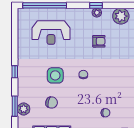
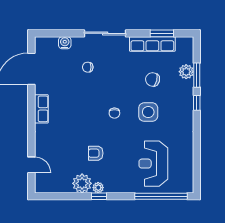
plant: (121, 16) -> (82, 183), moved
reception desk: (51, 33) -> (153, 164), turned -90
window: (15, 72) -> (197, 103), moved

